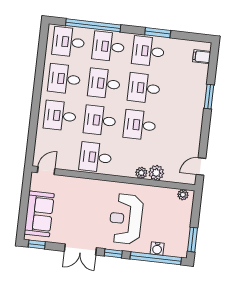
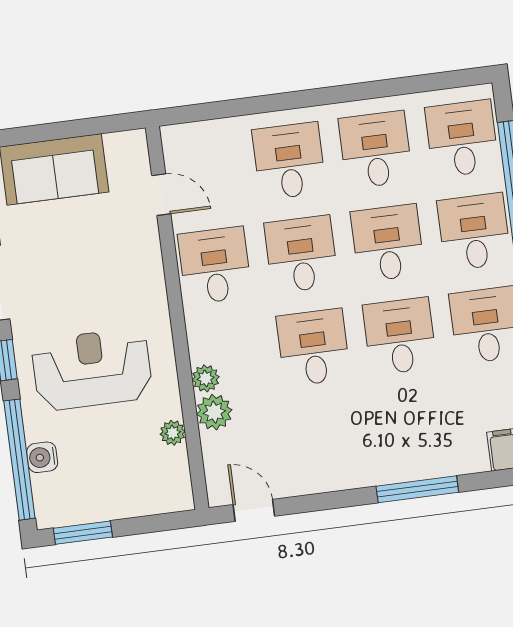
window: (209, 97) -> (417, 489), width x1.44
door: (46, 171) -> (161, 195), moved
plant: (183, 195) -> (173, 433), moved

